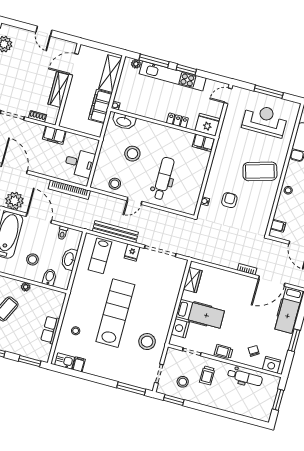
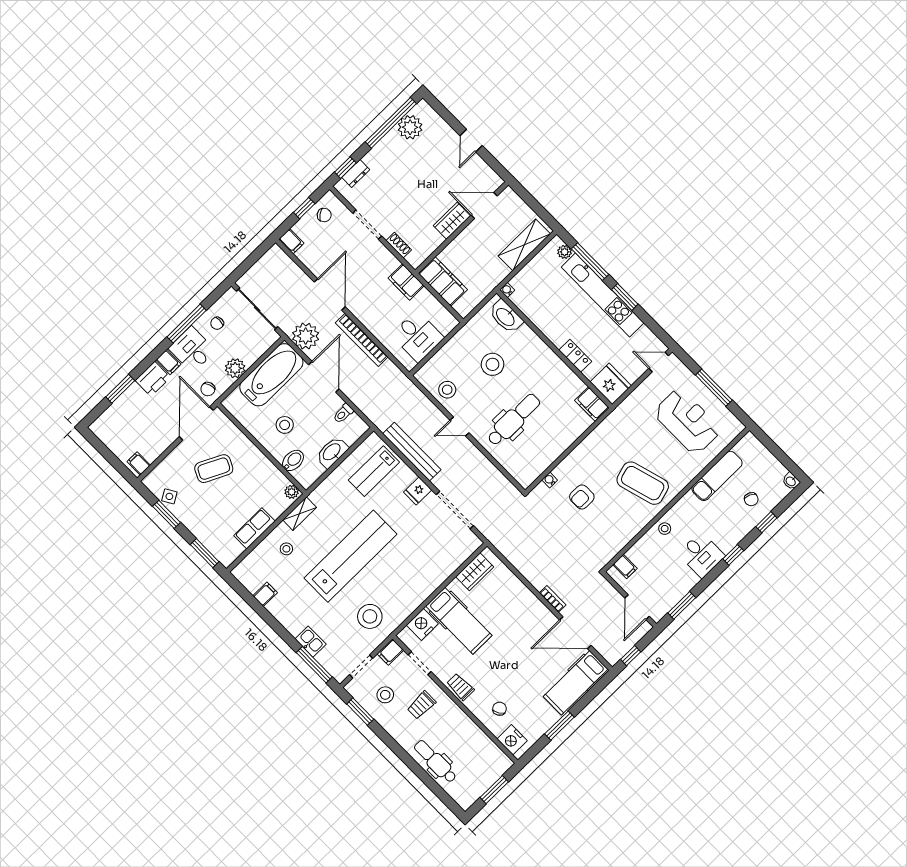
wardrobe: (59, 90) -> (452, 221), width x0.67
filing cabinet: (100, 106) -> (443, 282), moved, turned 90
bookcase: (69, 190) -> (362, 340), moved
armchair: (229, 200) -> (582, 497), turned 180
plant: (26, 287) -> (292, 492), moved
shelving: (71, 306) -> (300, 514), added
filing cabinet: (171, 355) -> (390, 652), added
kitchen sink: (65, 361) -> (311, 642), moved
dental chair: (245, 377) -> (435, 761), moved, turned 180

